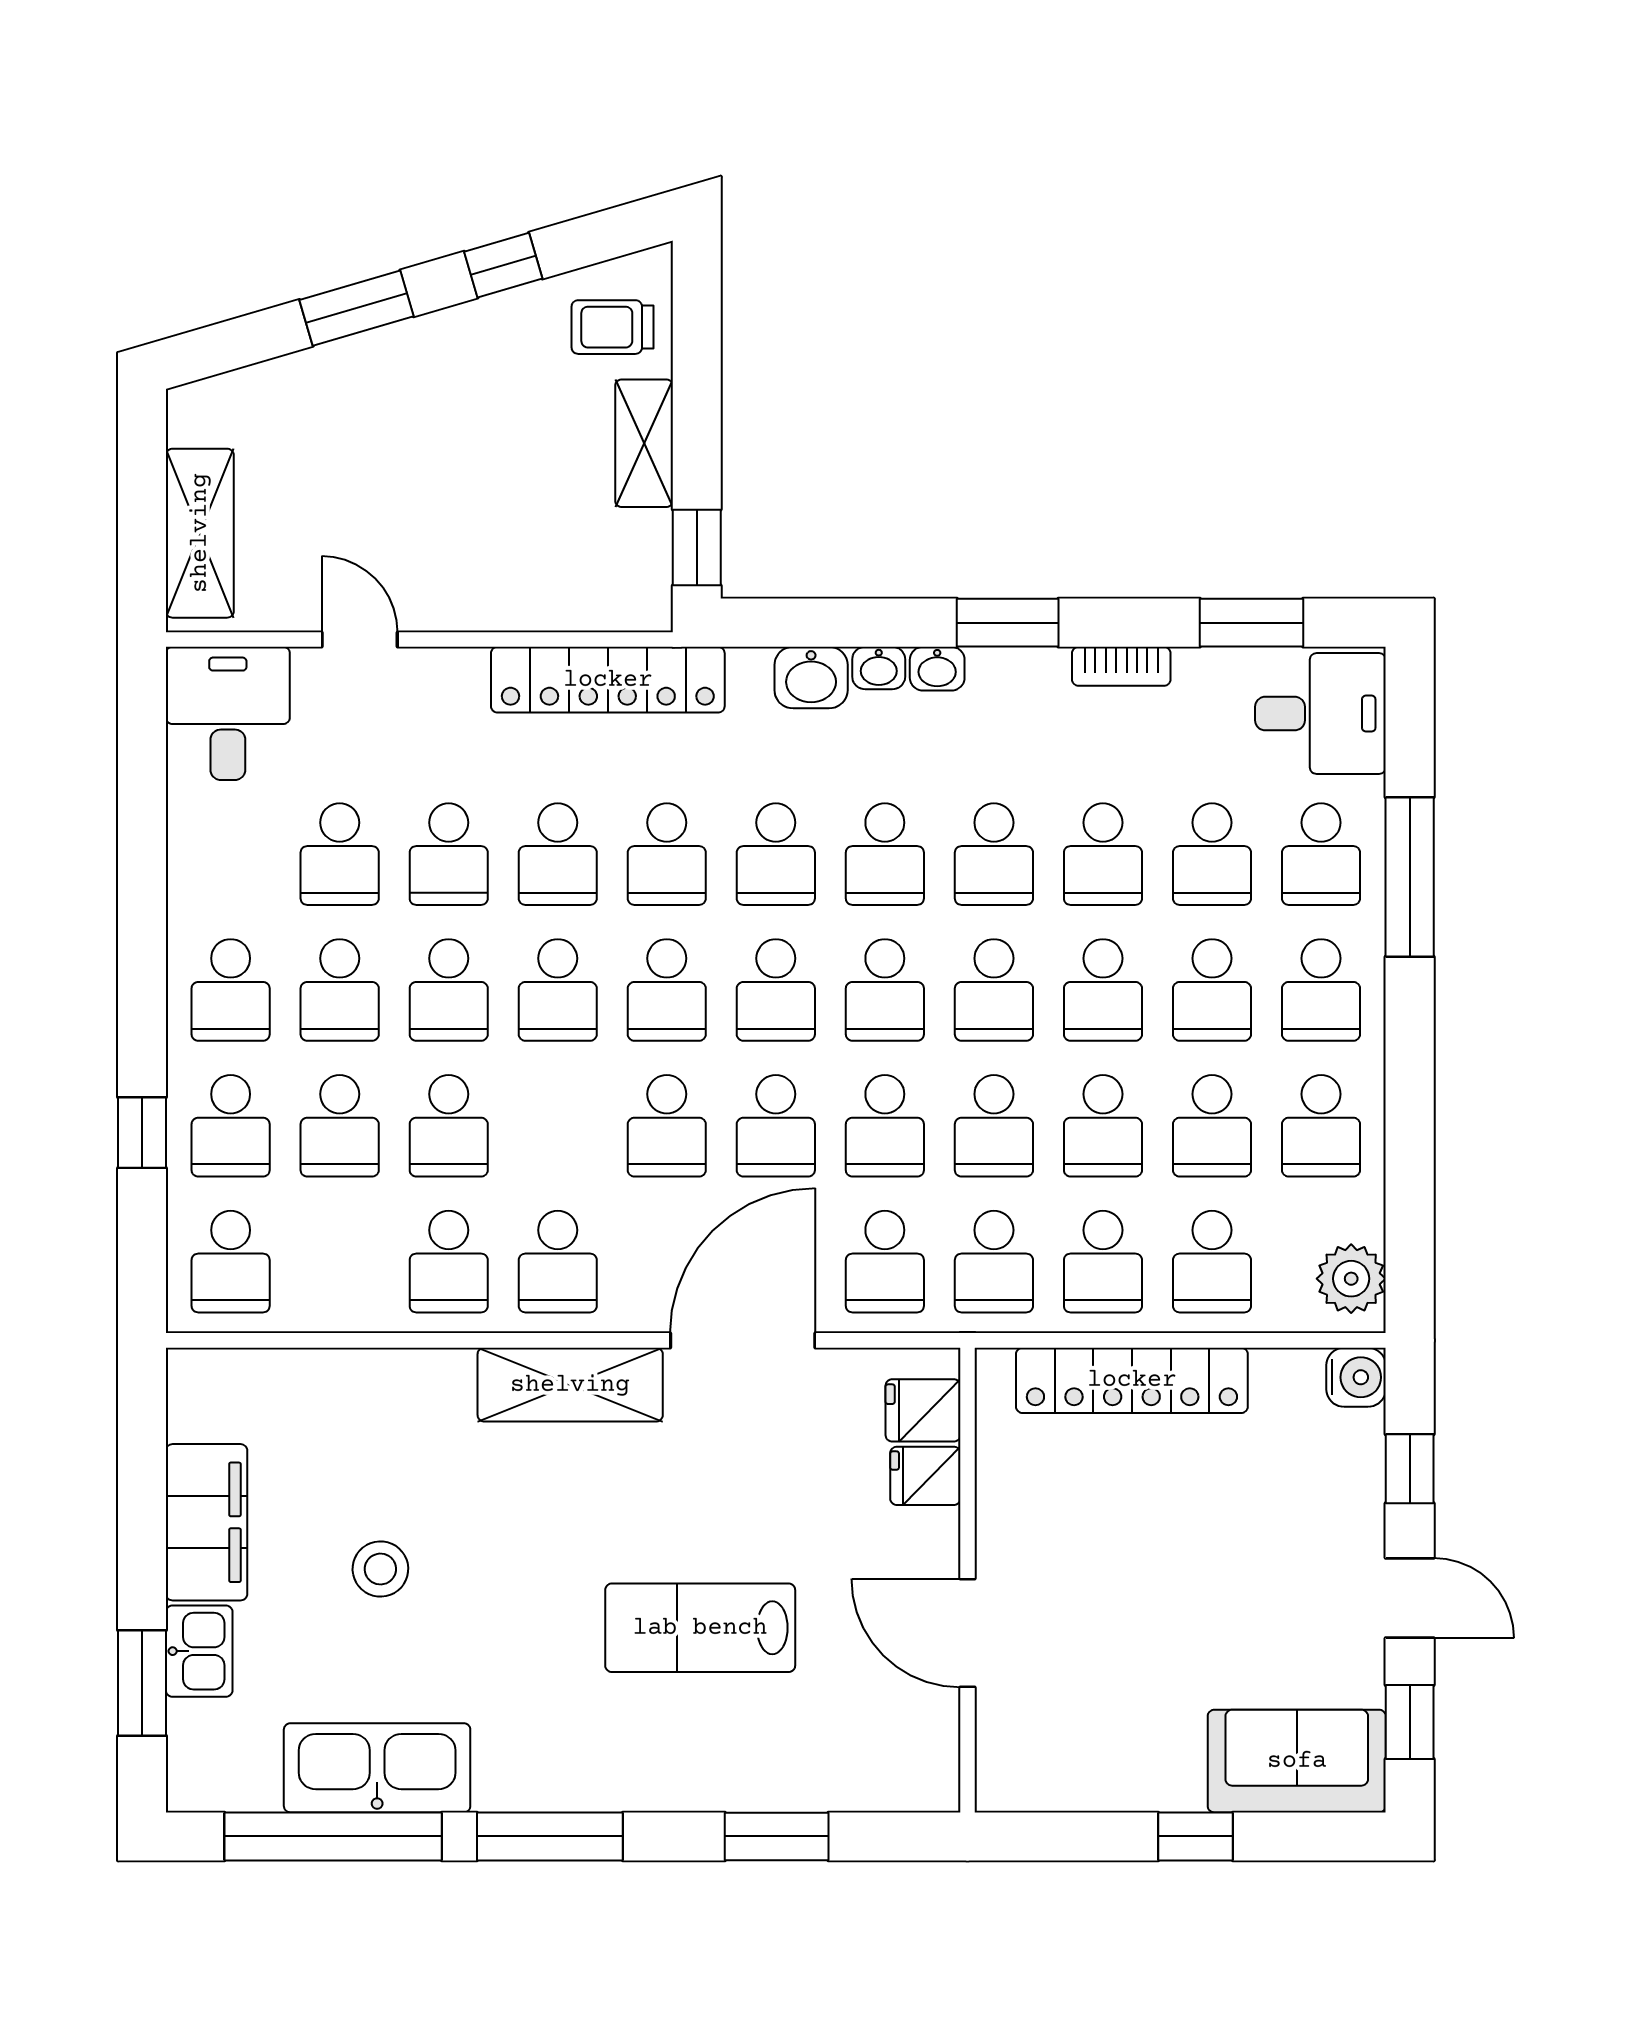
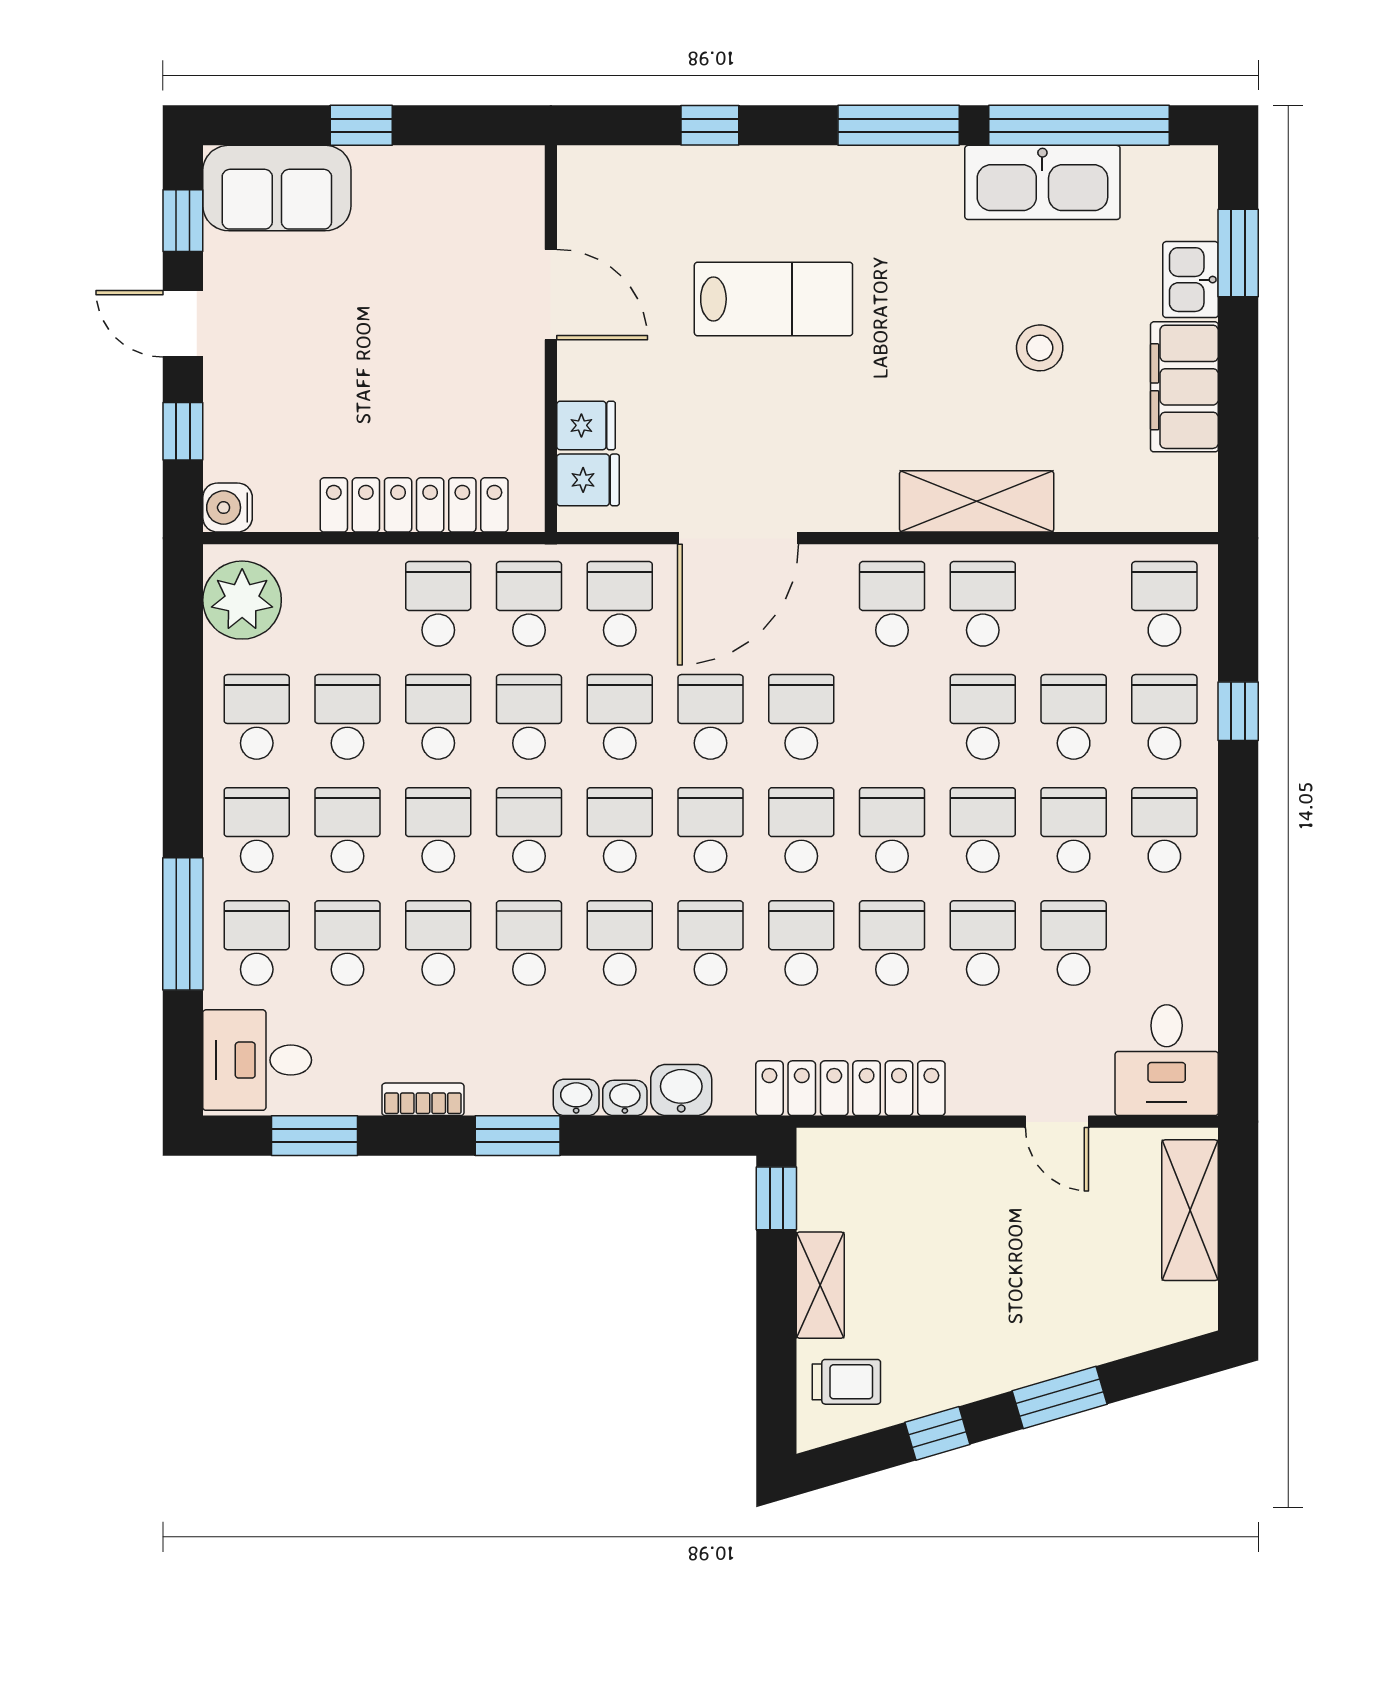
school desk: (1212, 1262) -> (347, 604), removed
plant: (1351, 1279) -> (242, 600), width x1.36, depth x1.36
shelving: (570, 1385) -> (977, 501), moved
window: (777, 1836) -> (710, 125), width x0.67

